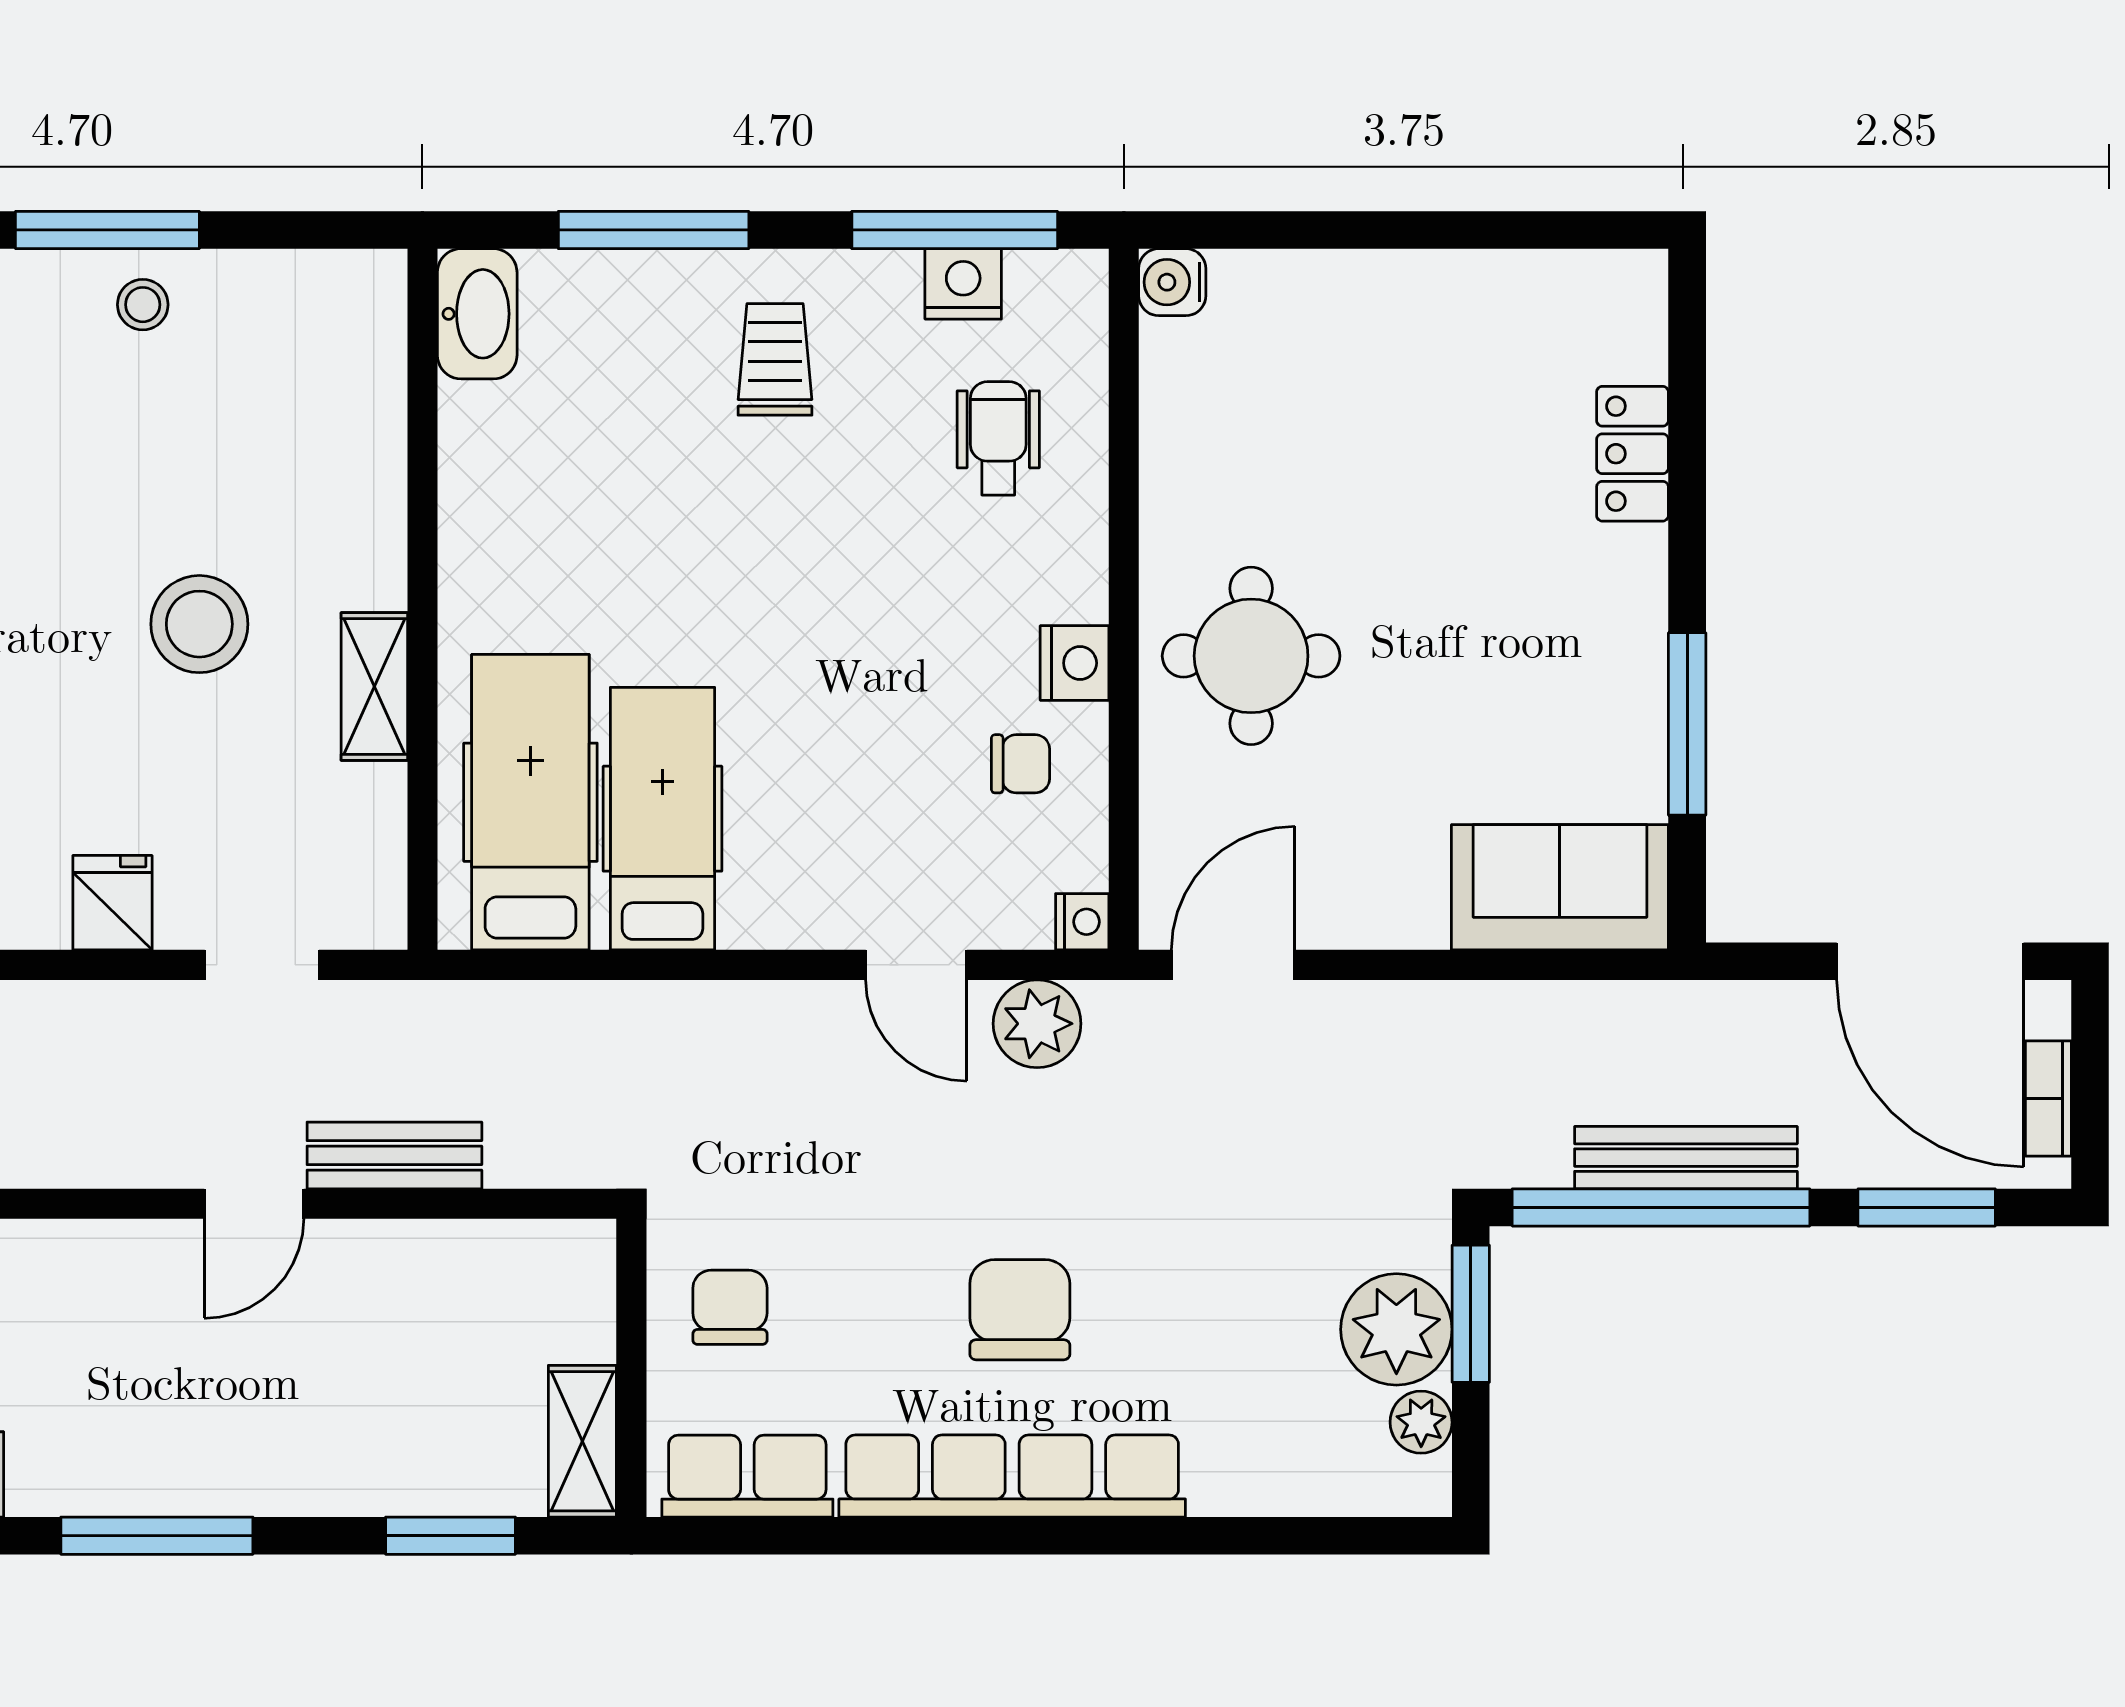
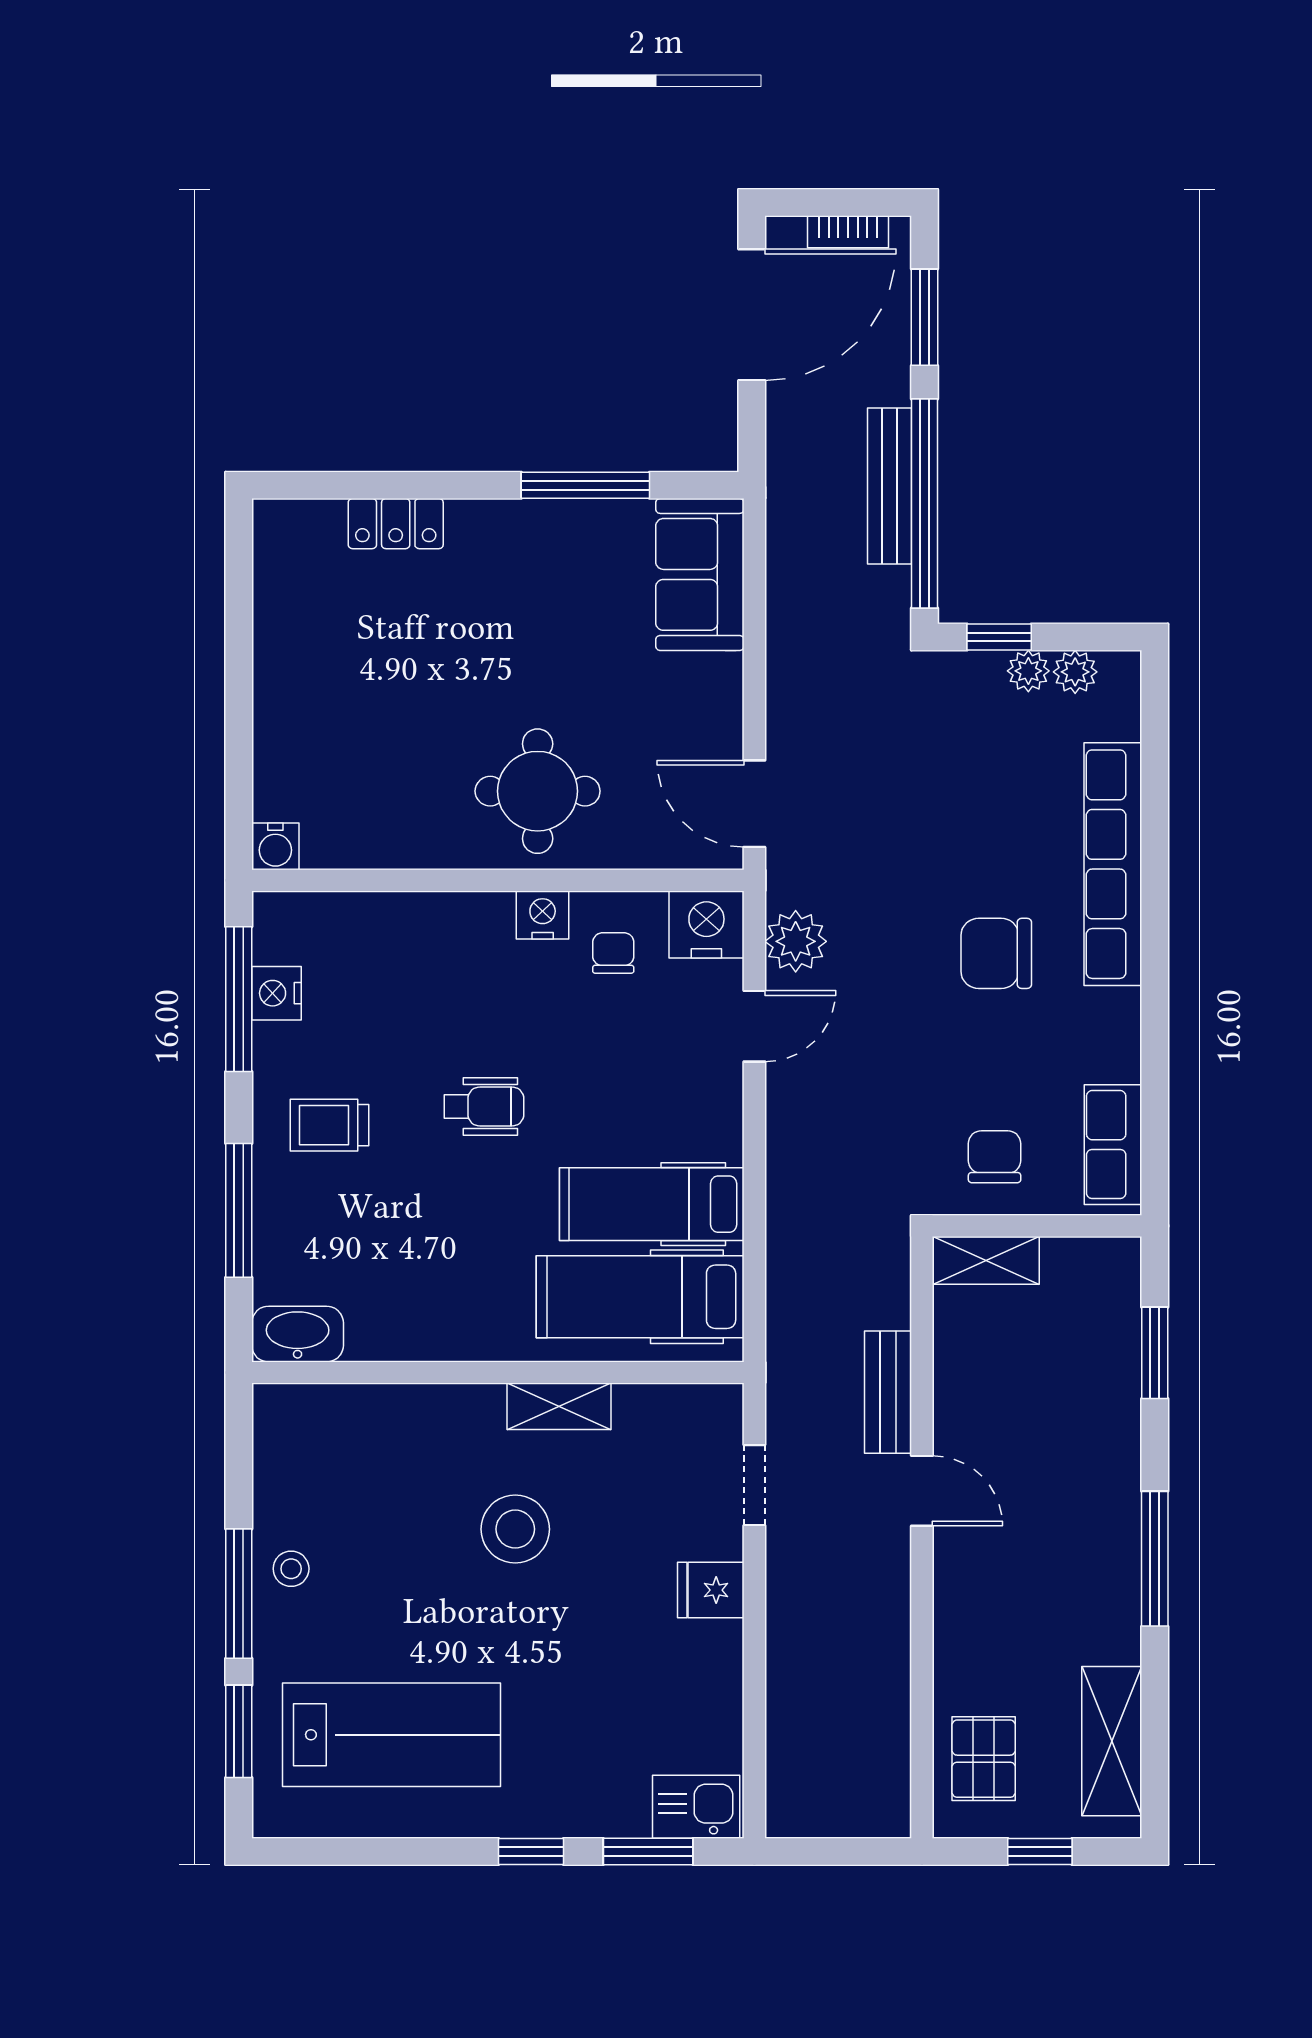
wheelchair: (998, 438) -> (484, 1107), moved, turned 180
nightstand: (1082, 922) -> (706, 924), width x1.89, depth x1.79
chair: (730, 1307) -> (995, 1157), turned 90
window: (1471, 1314) -> (999, 637), width x0.67
plant: (1396, 1329) -> (1028, 671), width x0.53, depth x0.53
shelving: (582, 1441) -> (986, 1260), moved
row of seats: (1012, 1476) -> (1113, 864), moved

